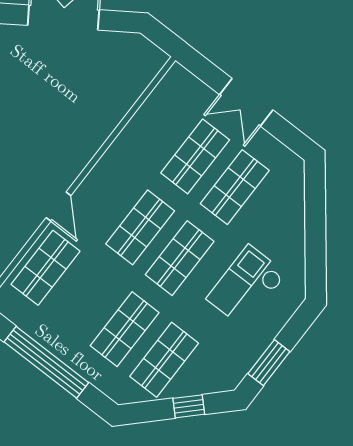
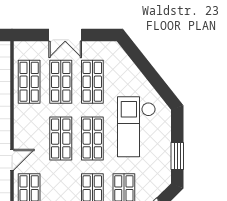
shop shelf: (156, 126) -> (29, 82), added
door: (59, 207) -> (12, 160), hinge flipped
checkout: (246, 286) -> (136, 127), width x1.36, depth x1.21

